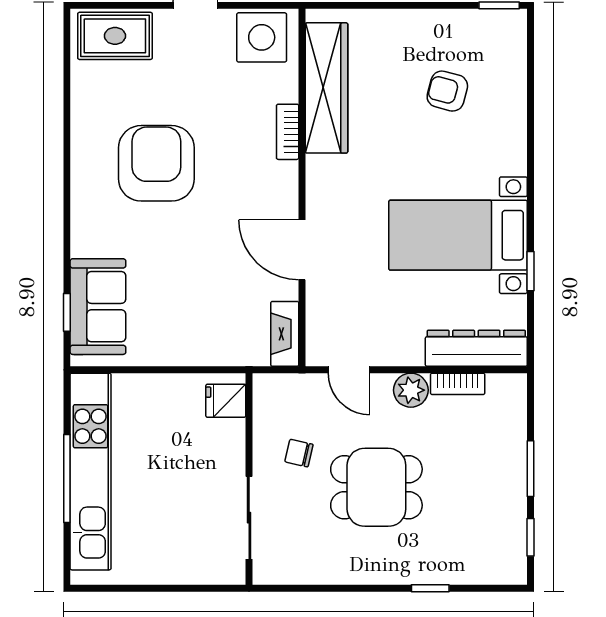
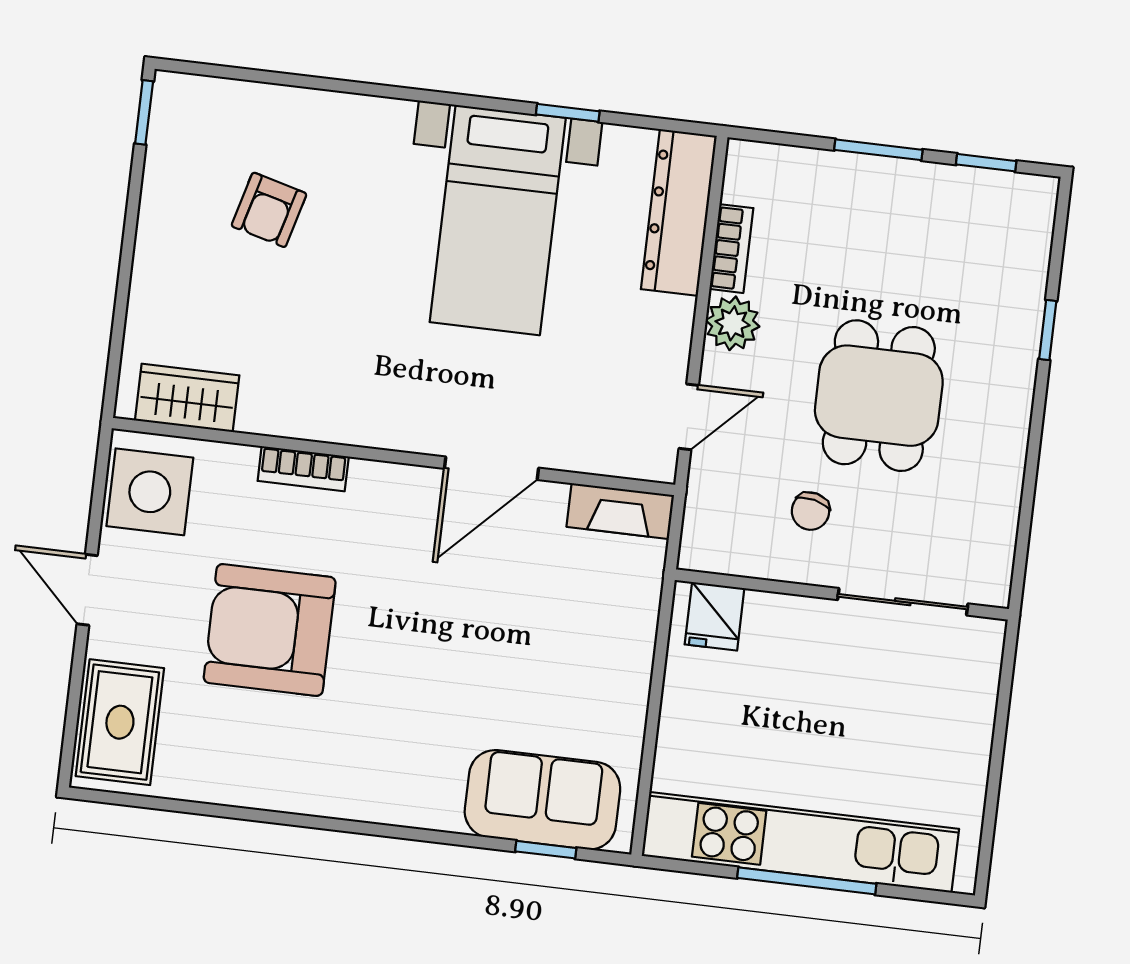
wardrobe: (326, 88) -> (187, 398), width x0.48, depth x0.85
armchair: (156, 163) -> (270, 630), moved

